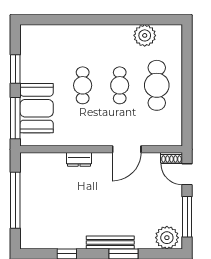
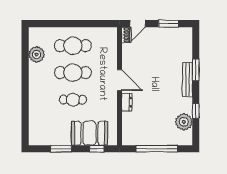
cafe table: (120, 85) -> (73, 73), width x1.37, depth x1.35
window: (15, 118) -> (97, 149), width x0.46
door: (127, 149) -> (119, 80), moved
window: (187, 217) -> (169, 24), width x0.69
plant: (167, 238) -> (184, 122), moved

